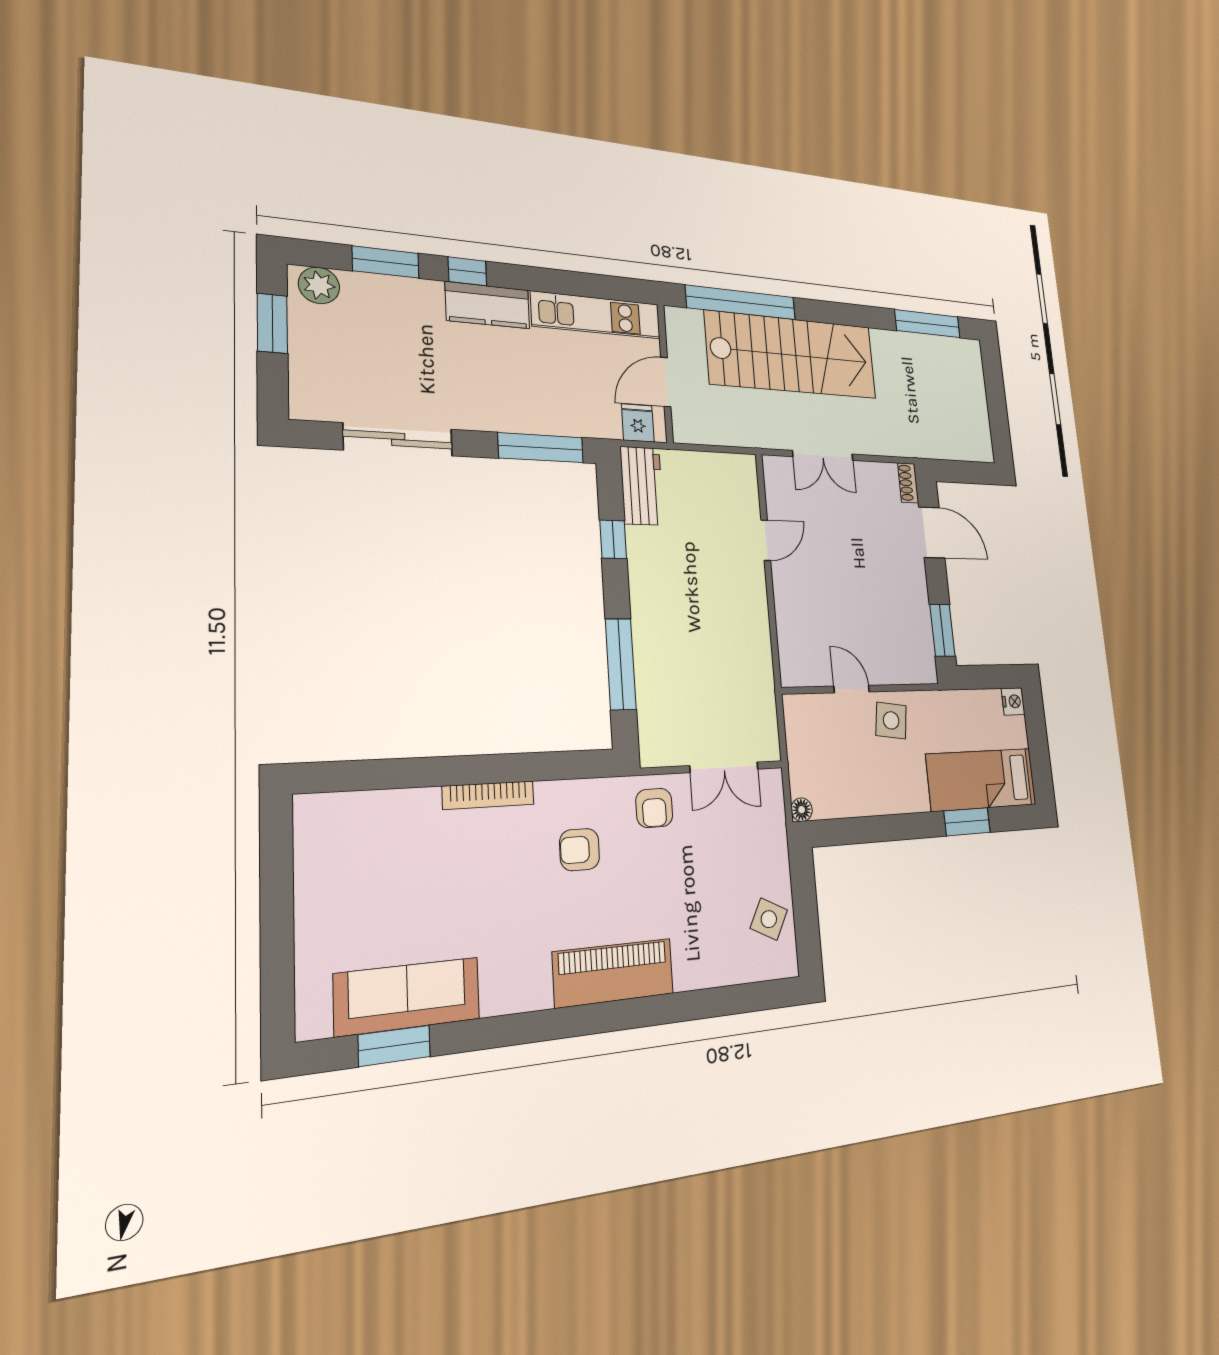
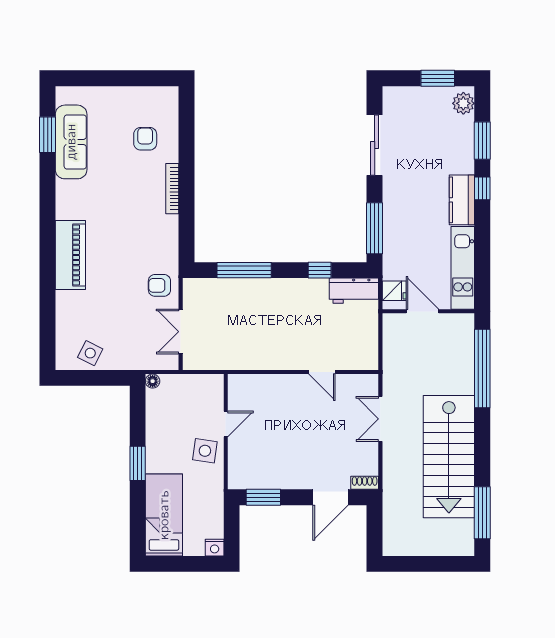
stairs: (792, 355) -> (449, 457), moved
window: (967, 822) -> (138, 463), moved
armchair: (580, 850) -> (145, 139), moved

